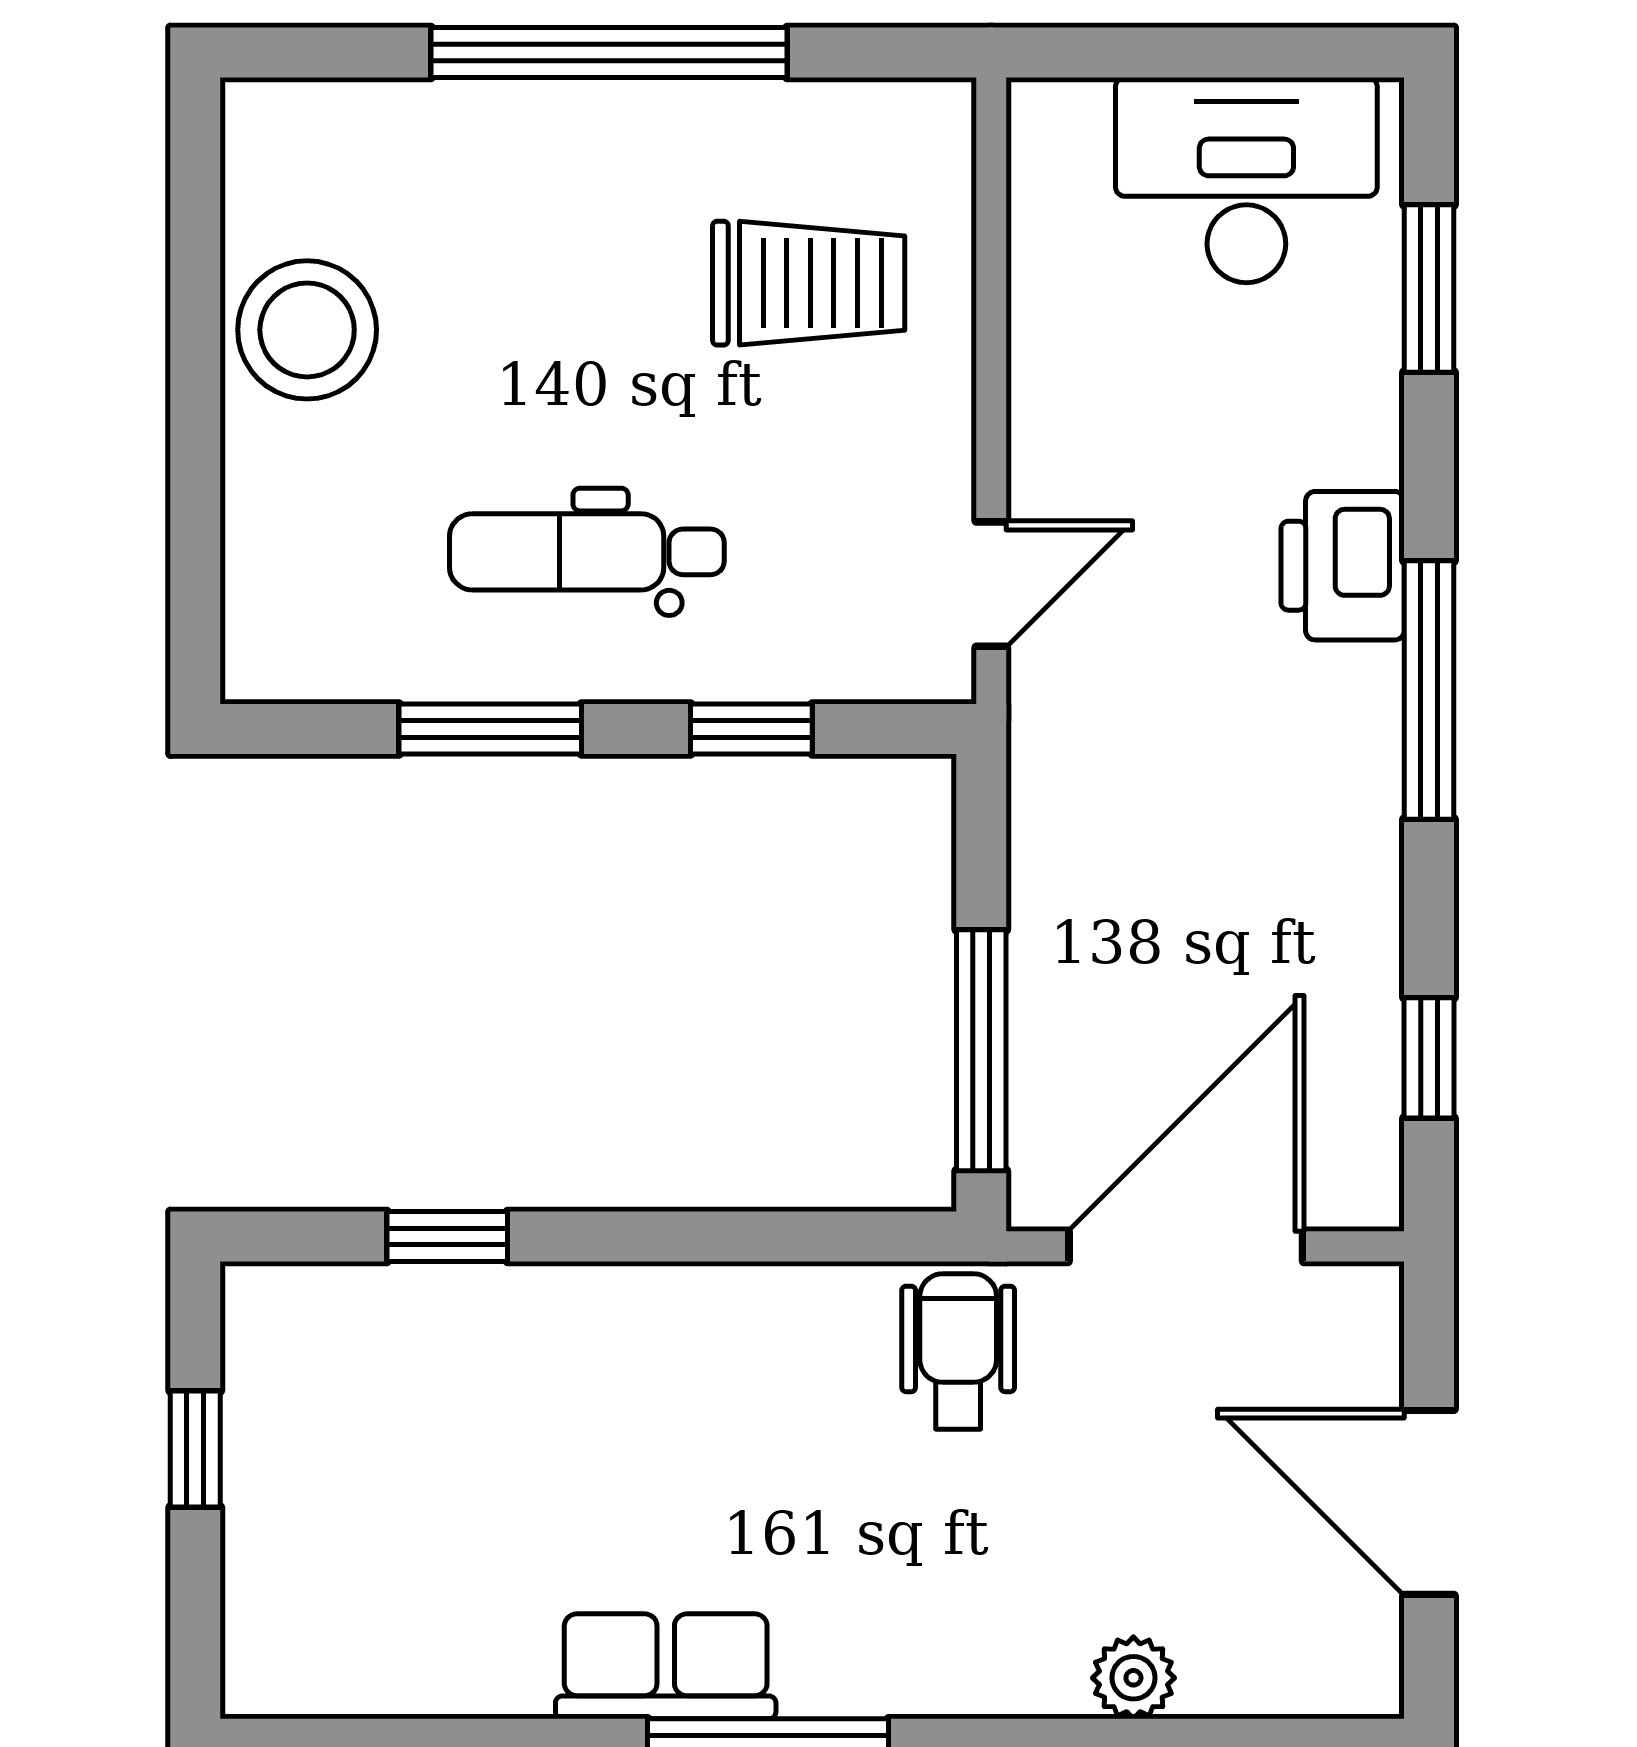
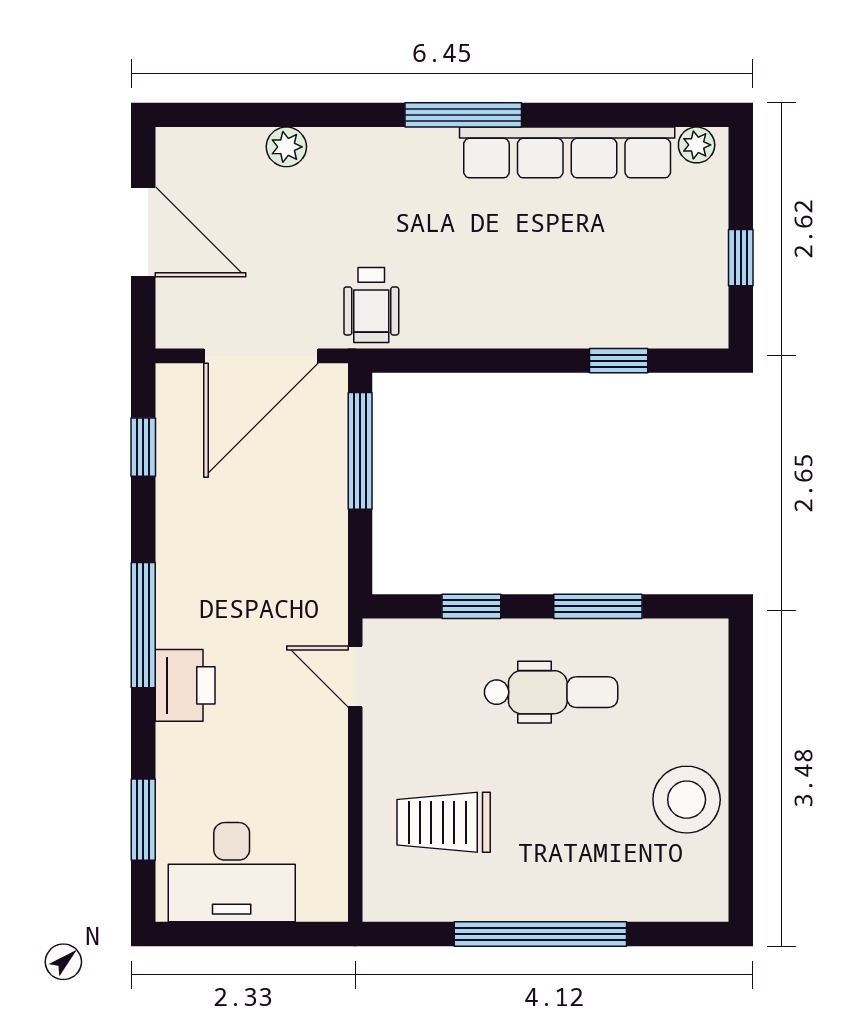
door: (991, 584) -> (355, 676), hinge flipped
row of seats: (666, 1666) -> (567, 152), width x2.02
plant: (286, 1682) -> (697, 145), added

